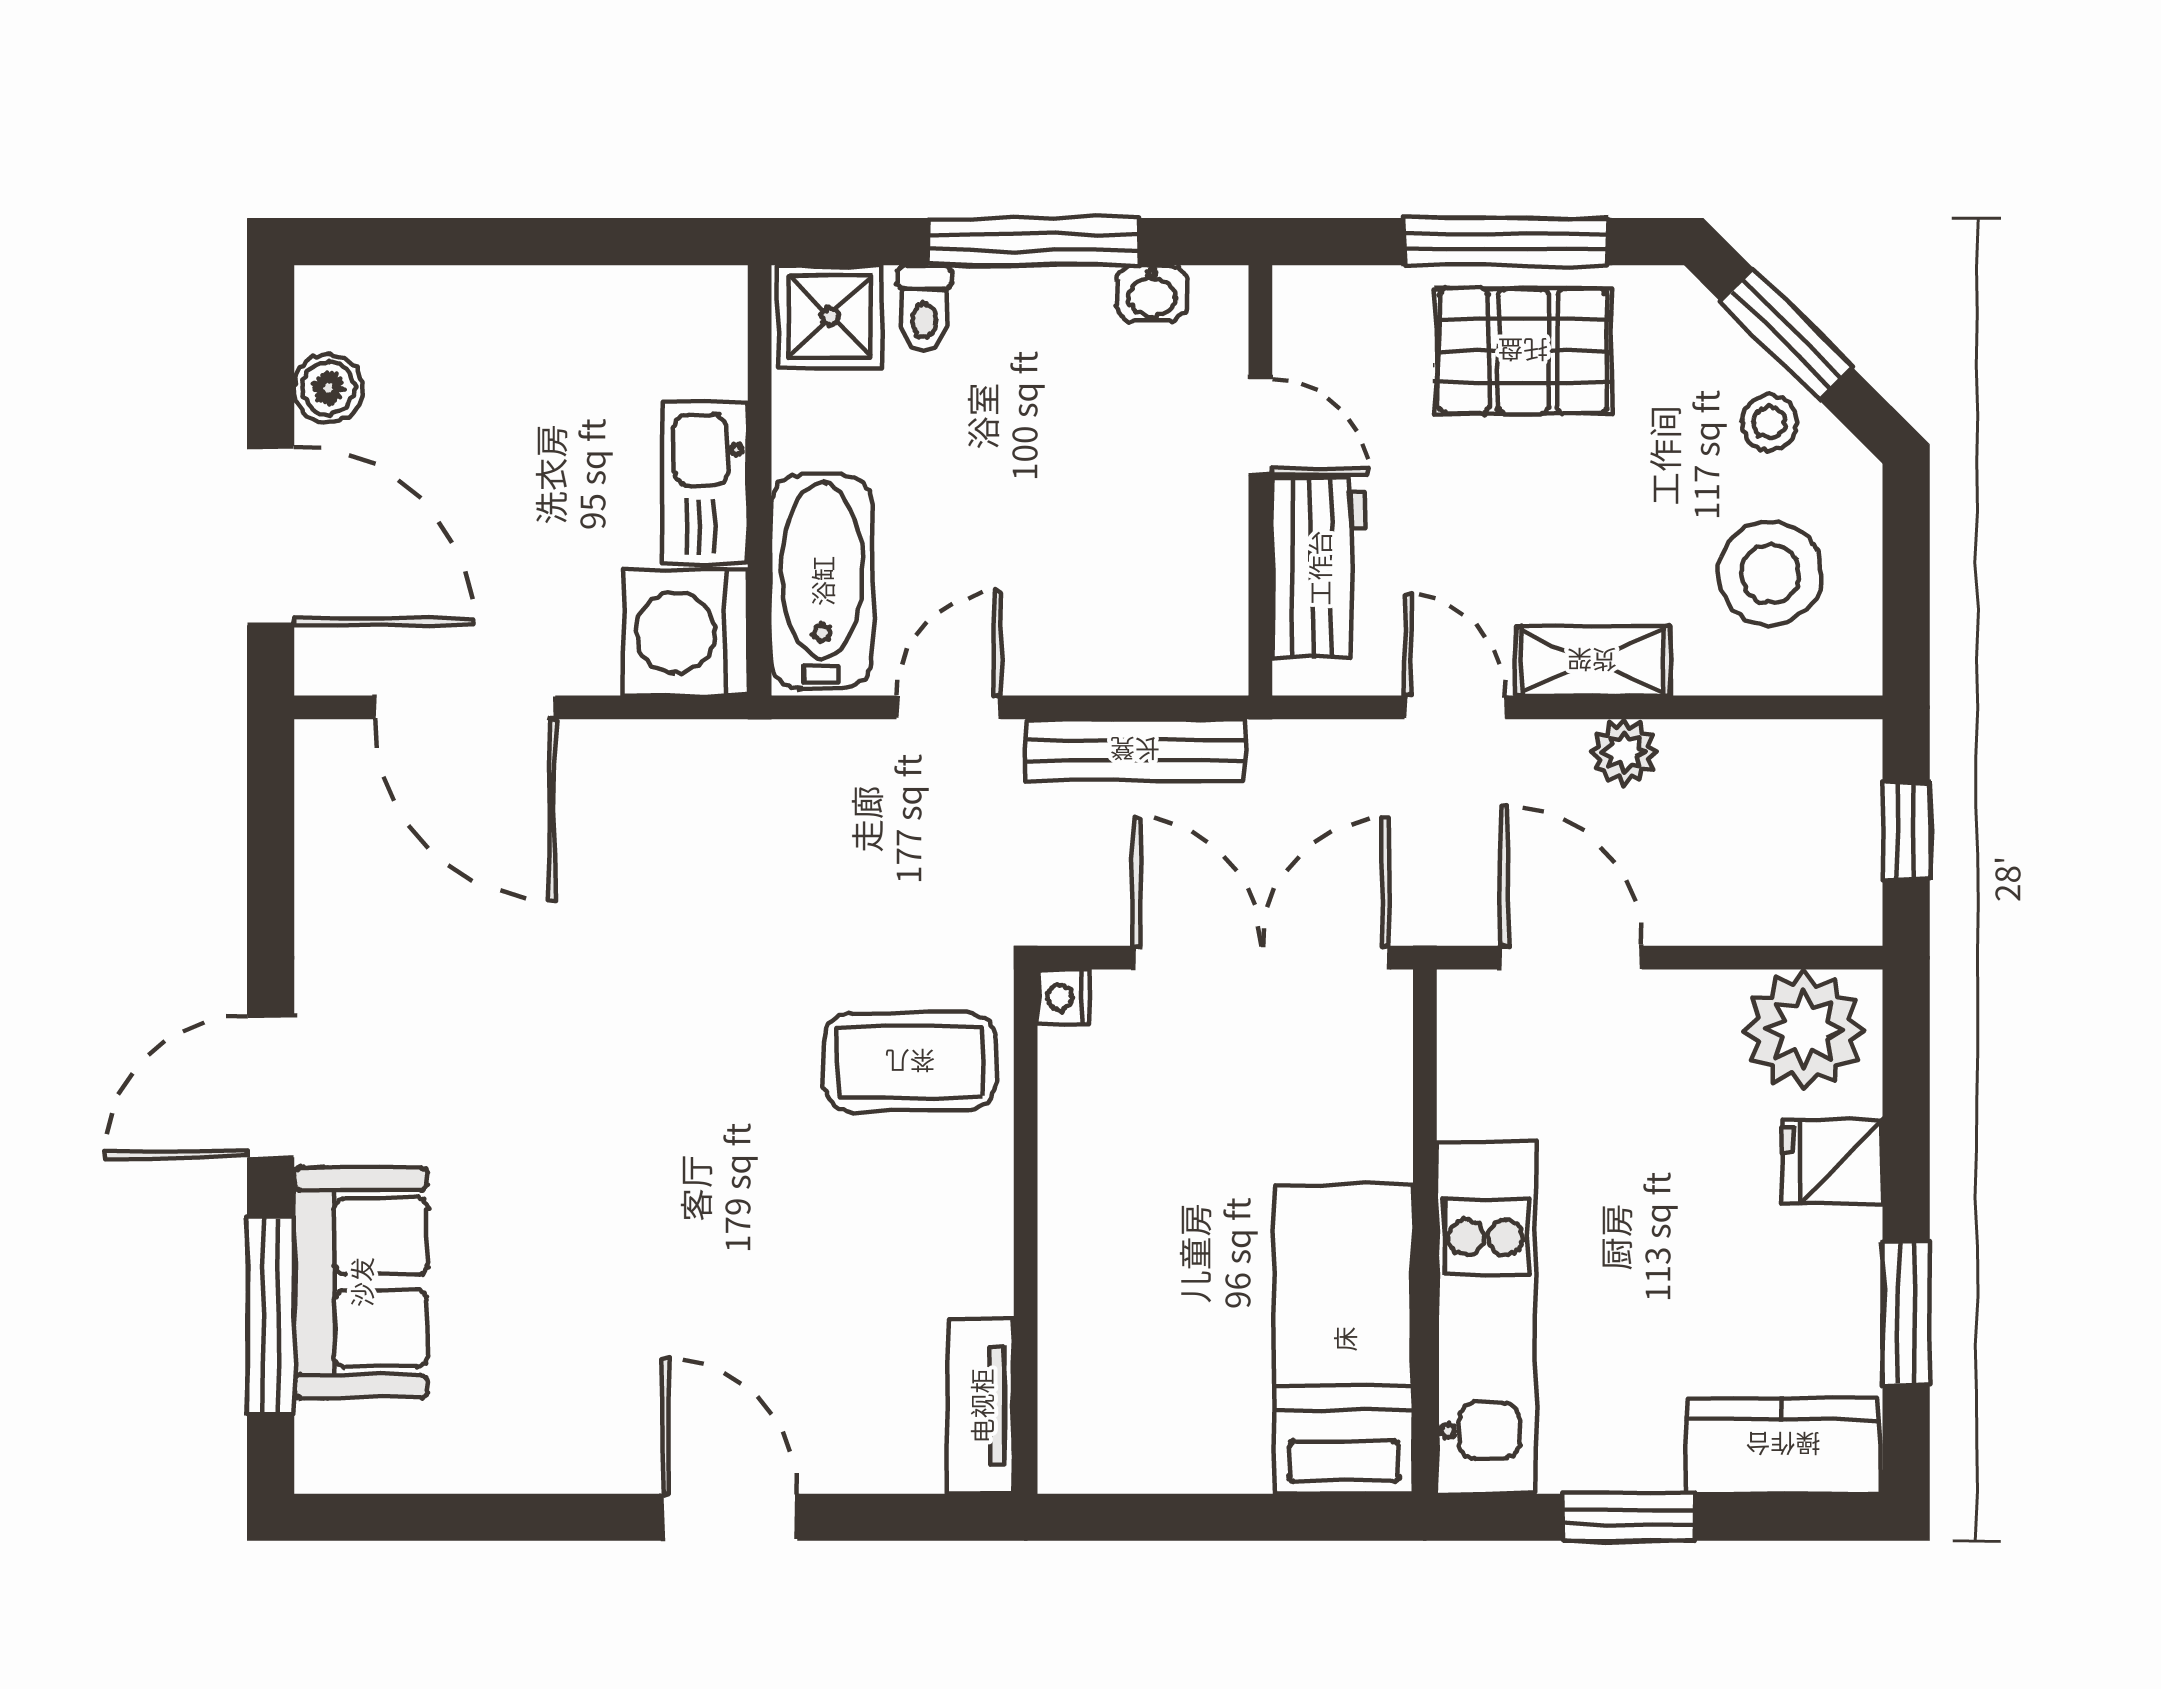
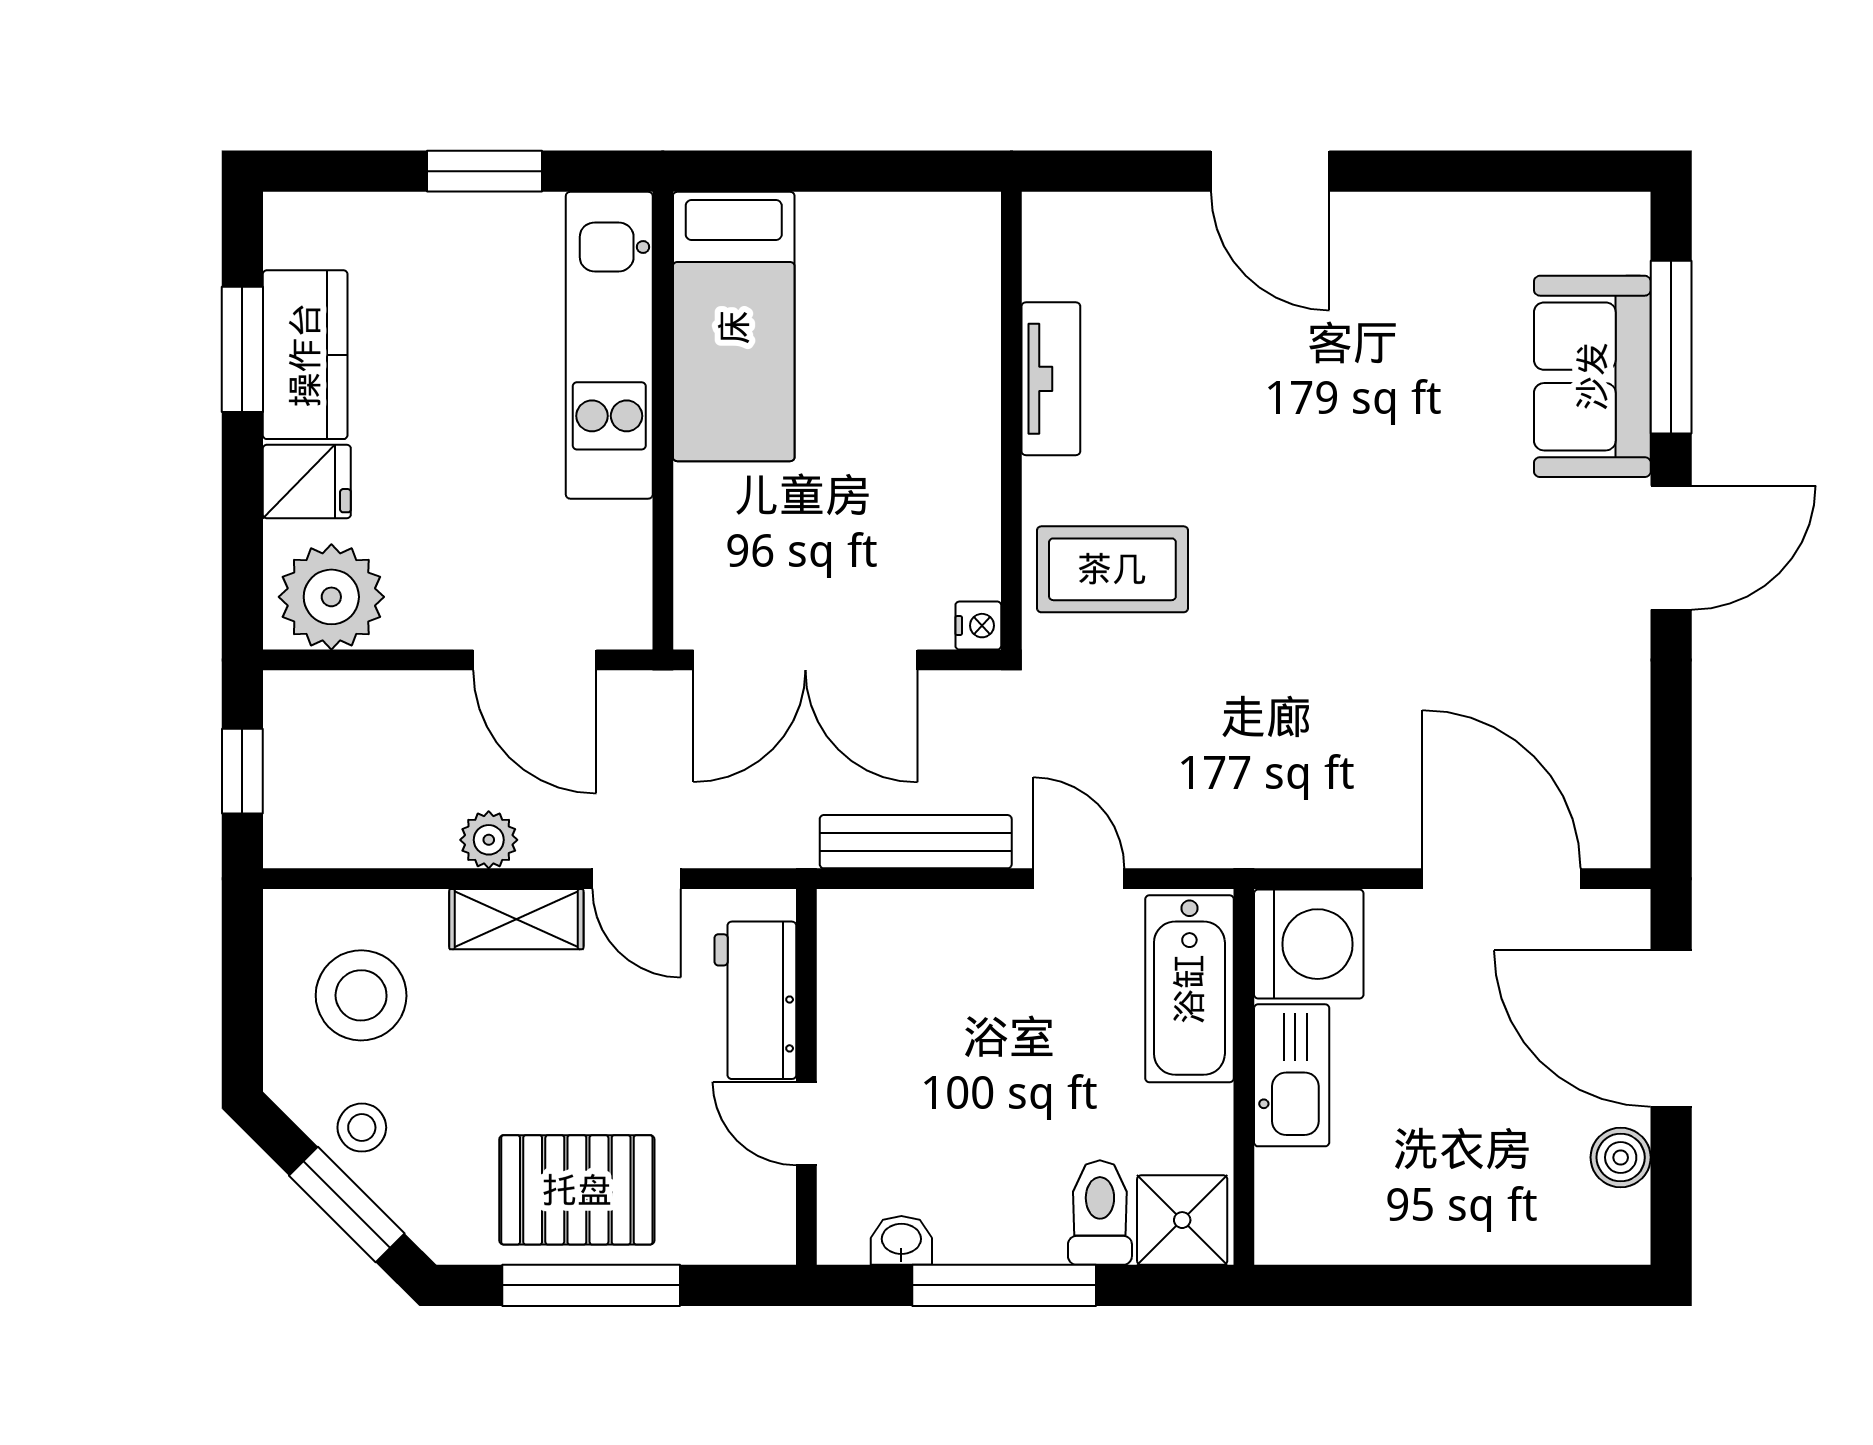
toilet: (924, 308) -> (1100, 1213), width x1.37, depth x1.39
door: (948, 707) -> (1079, 879), swing flipped
tv unit: (981, 1406) -> (1051, 379), moved
kitchen counter: (1783, 1445) -> (305, 355), moved, turned -90

